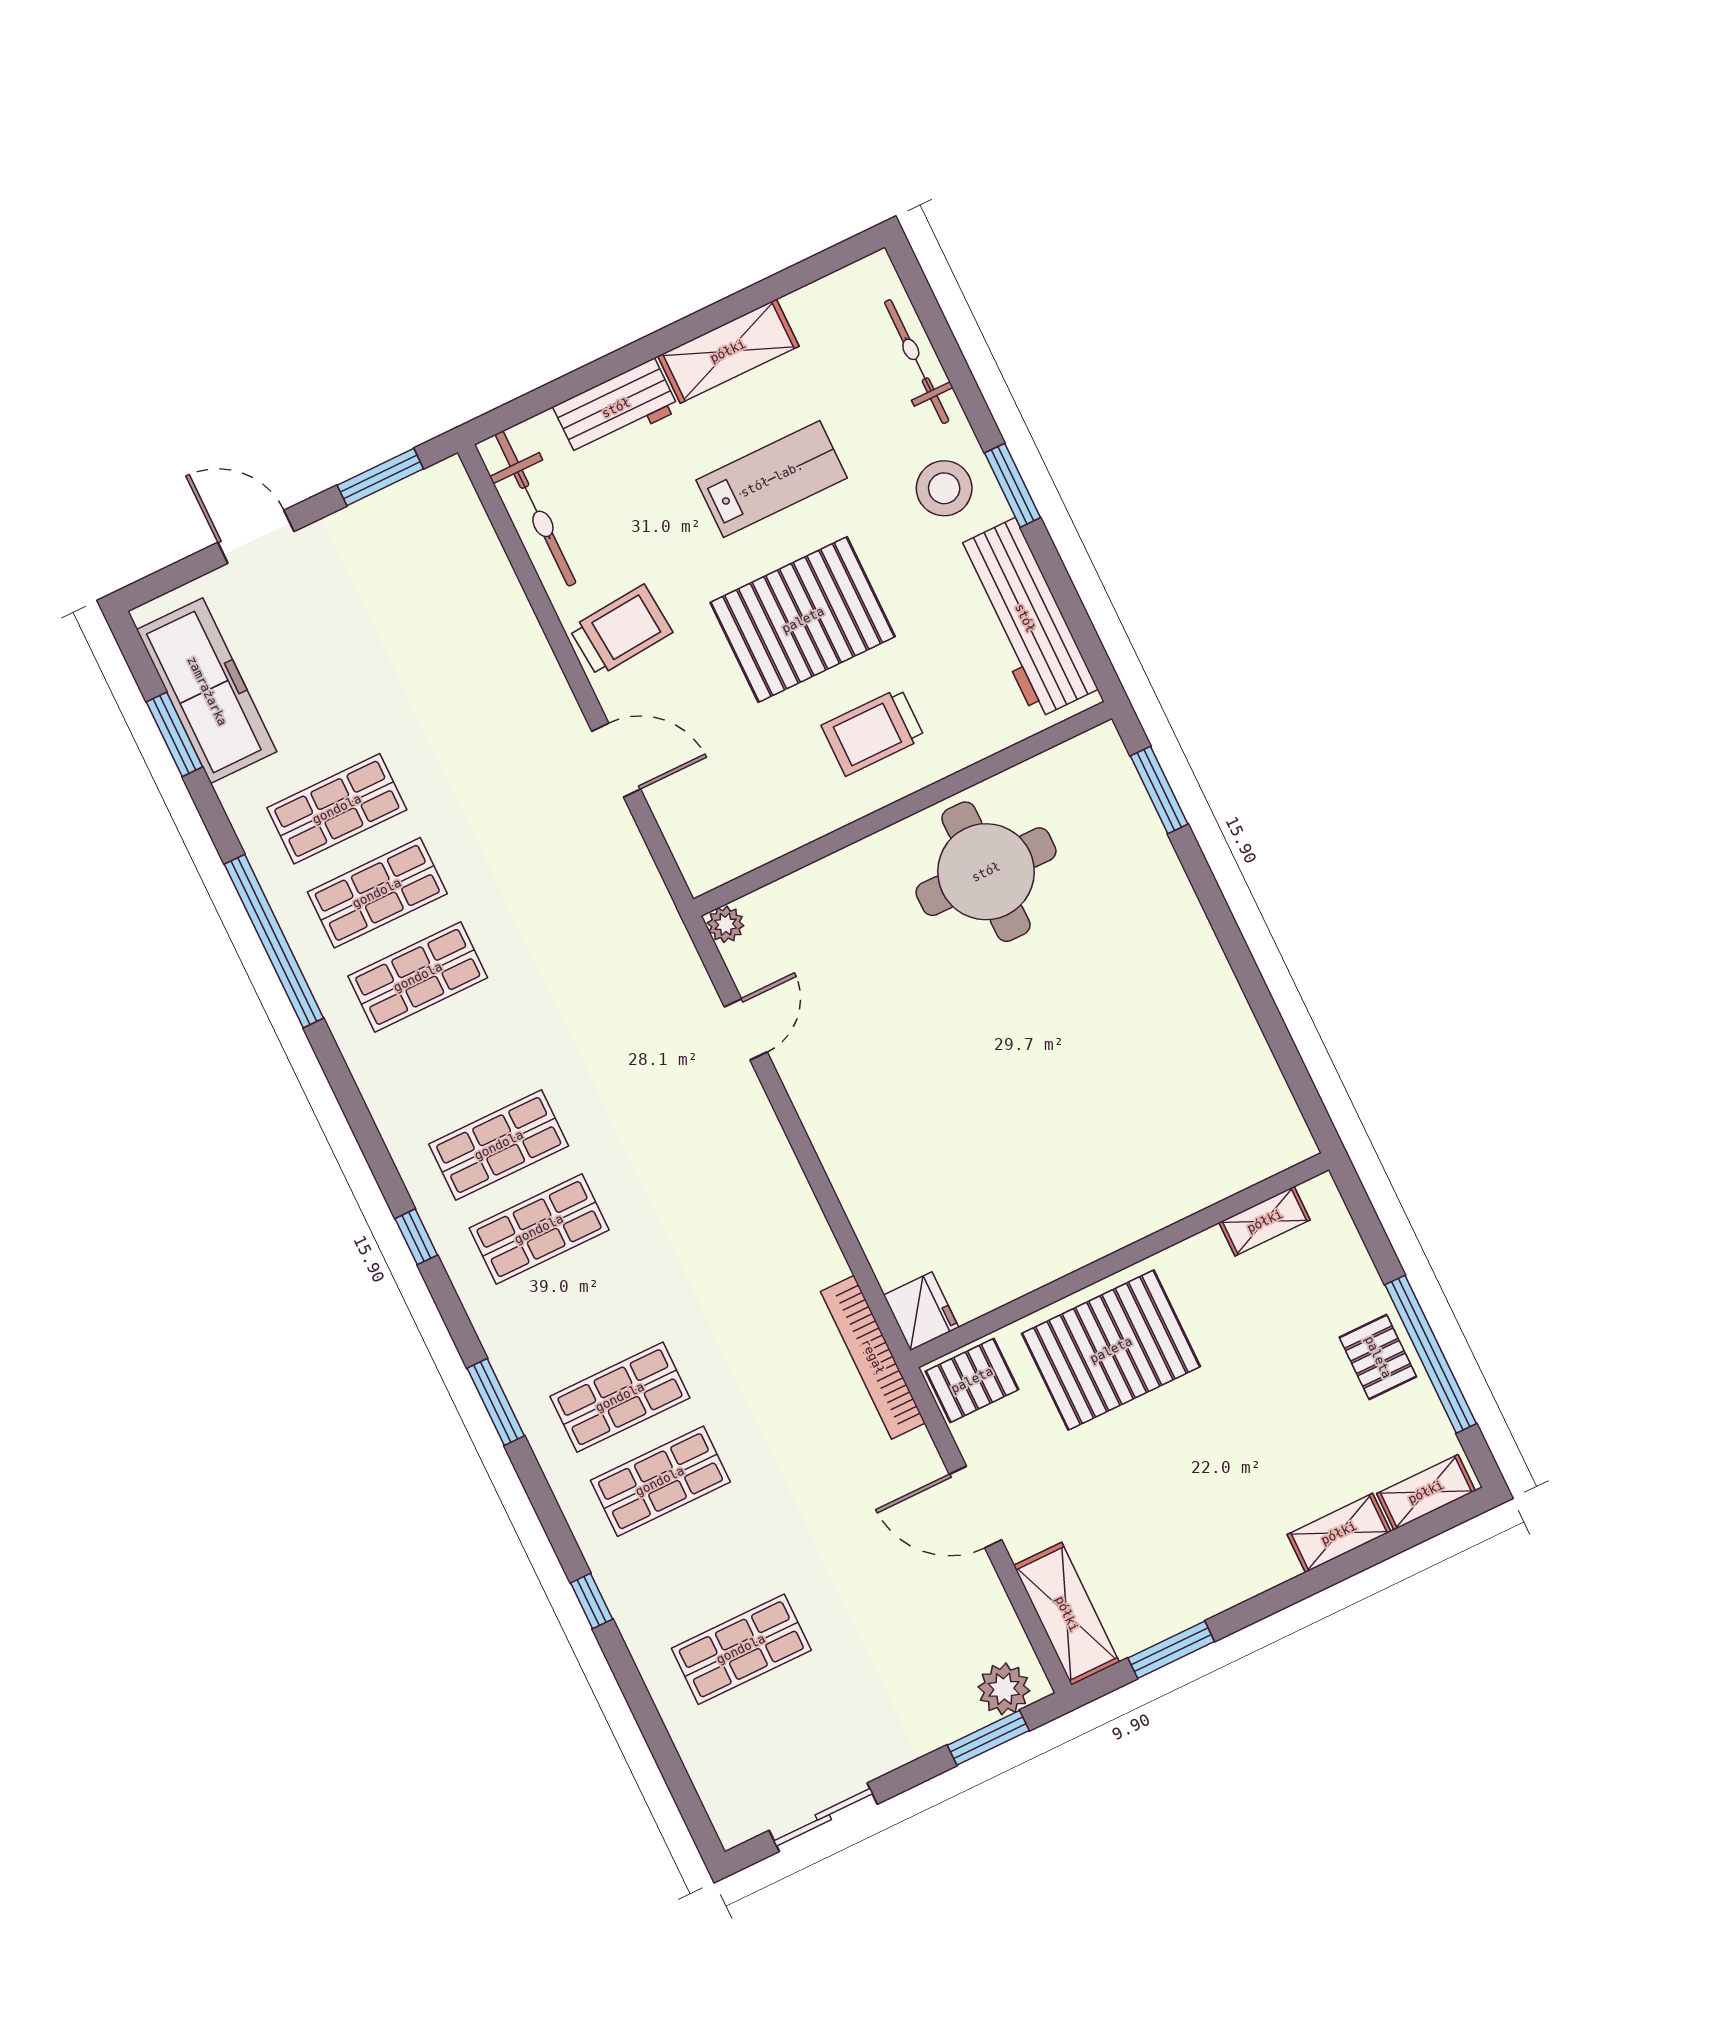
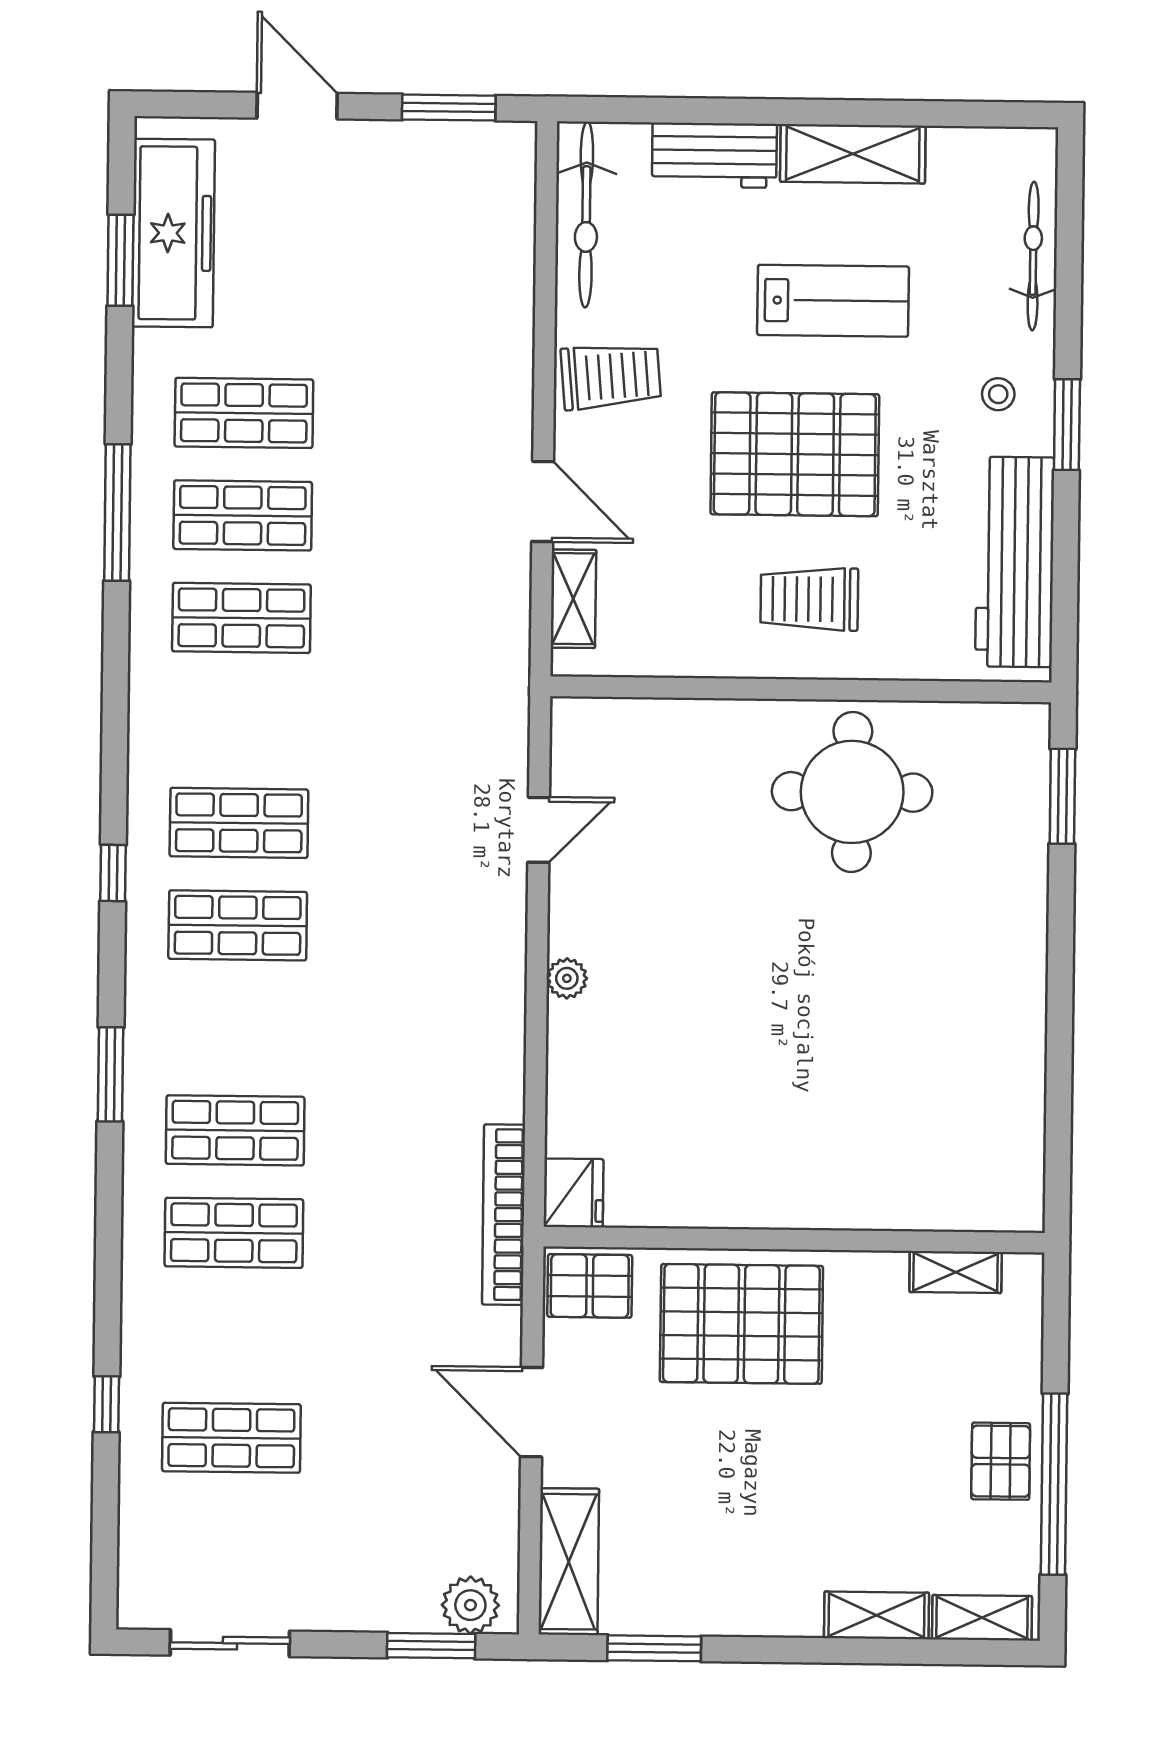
stool: (944, 488) -> (998, 394), width x0.53, depth x0.53
shelving: (681, 827) -> (573, 599), added
plant: (726, 924) -> (567, 978), moved
window: (274, 941) -> (117, 512), width x0.68
window: (592, 1601) -> (106, 1404), moved

